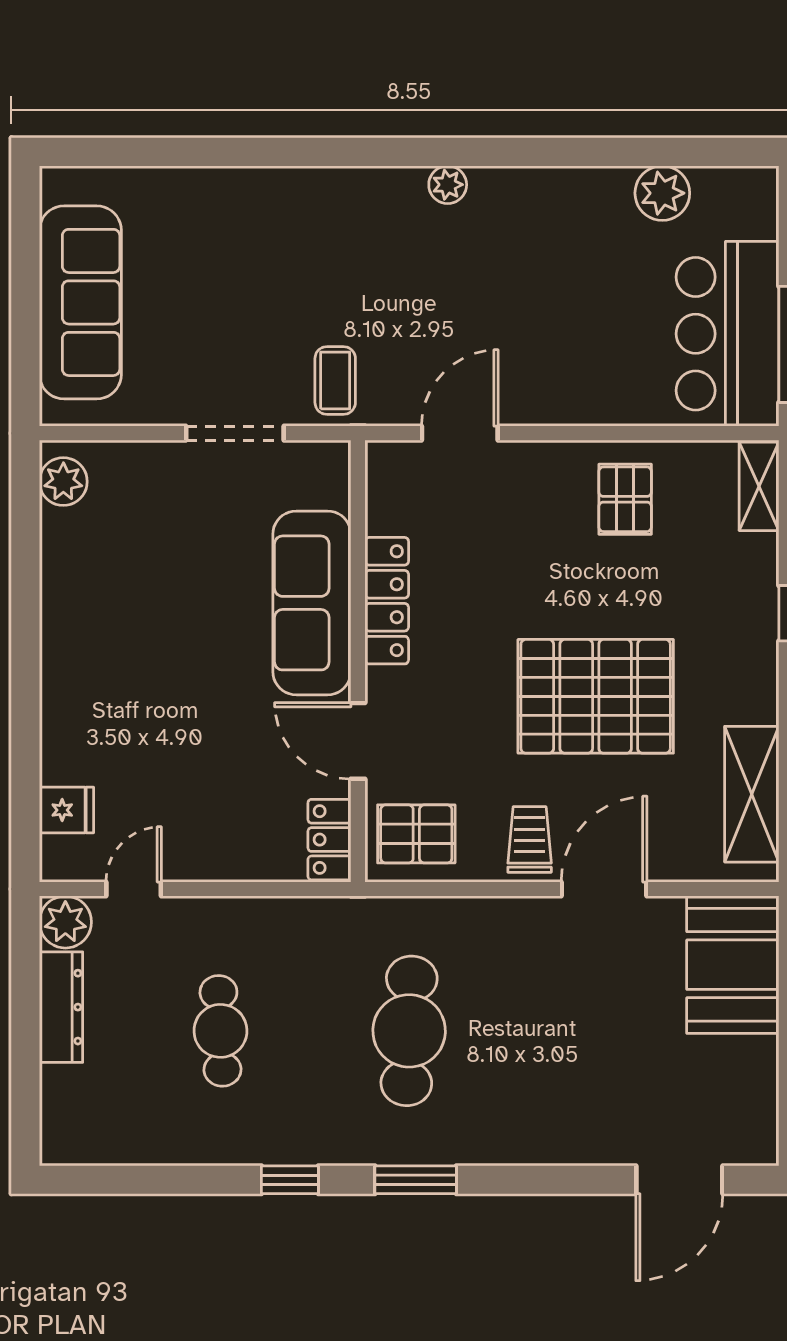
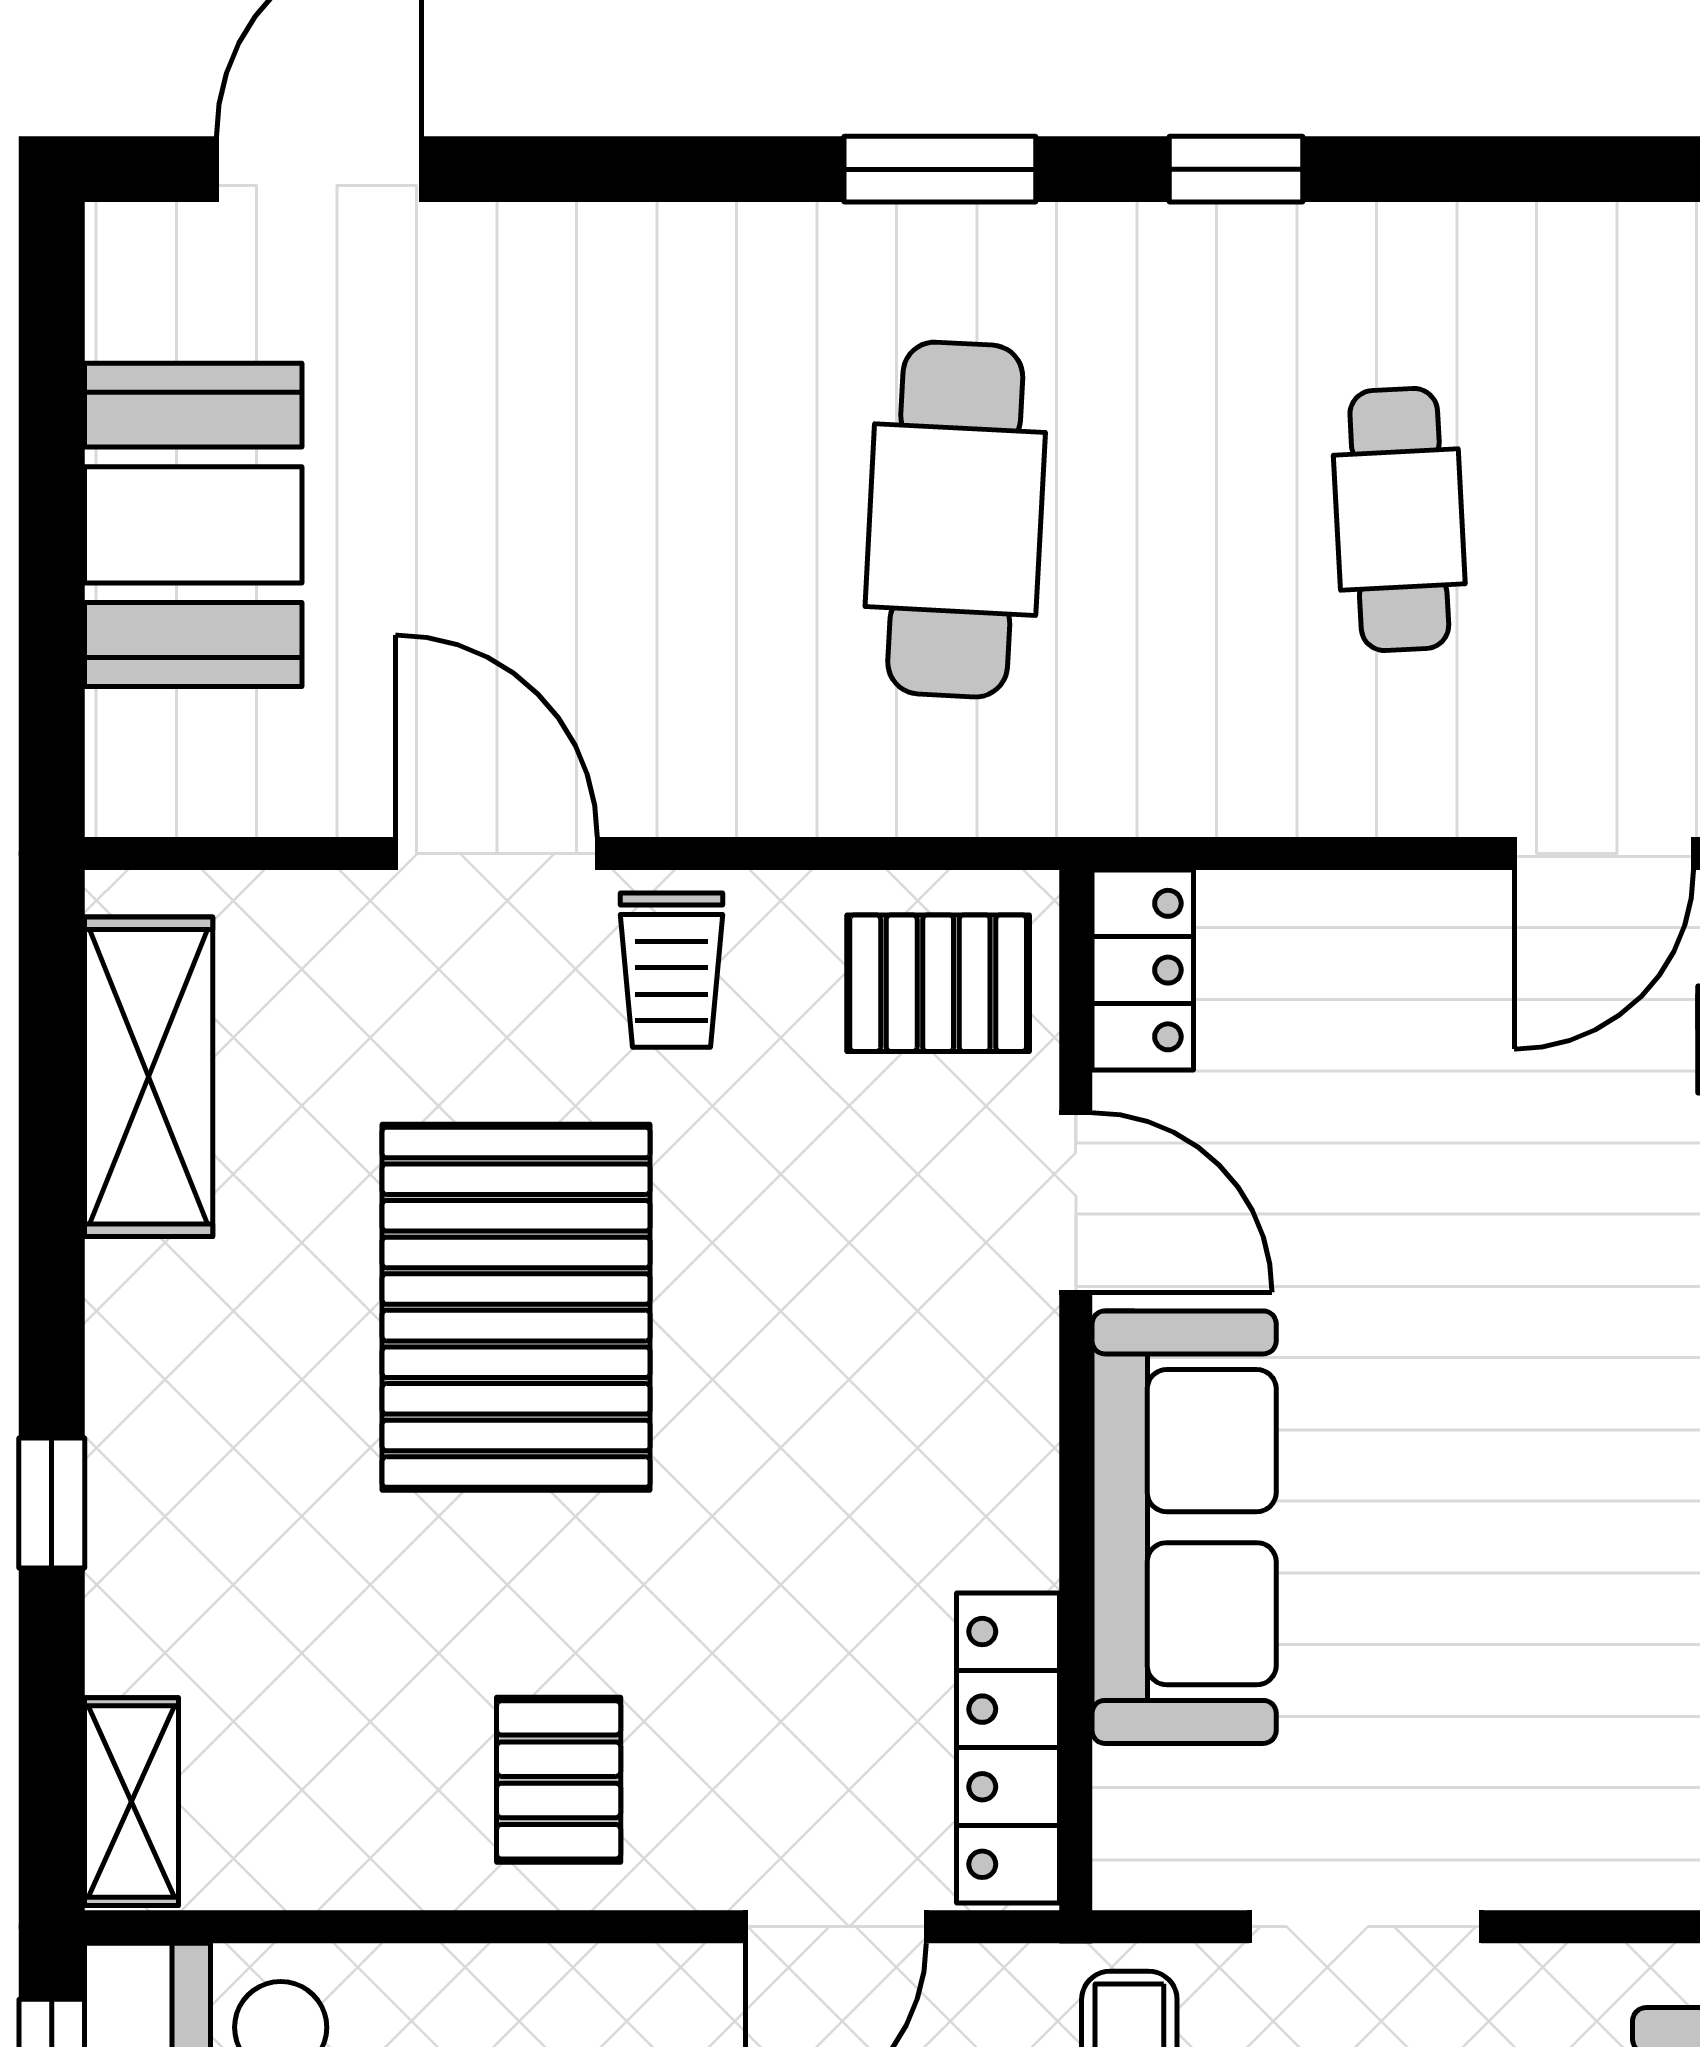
pallet: (625, 499) -> (559, 1780), moved
locker: (387, 601) -> (1008, 1748), moved
pallet: (596, 696) -> (516, 1307), turned 90
door: (134, 889) -> (1604, 854), width x1.38
door: (604, 889) -> (496, 854), swing flipped
booth: (733, 965) -> (193, 525), moved

